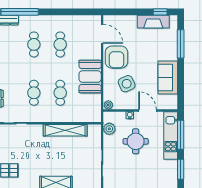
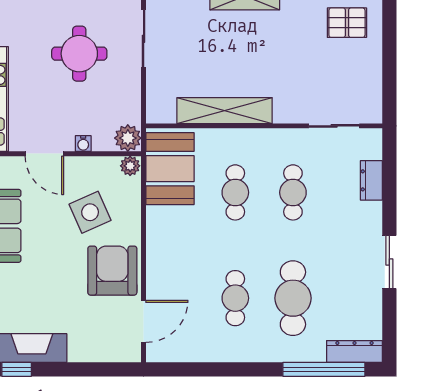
door: (102, 34) -> (144, 321), swing flipped
cafe table: (34, 44) -> (293, 298), width x1.37, depth x1.35
booth: (90, 77) -> (170, 169), moved
plant: (109, 129) -> (128, 138), moved
round table: (136, 141) -> (79, 54), moved

